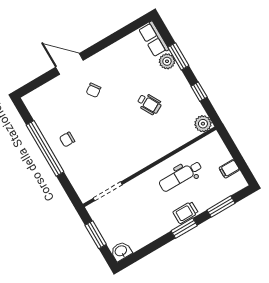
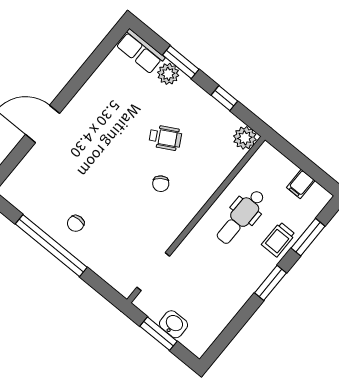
chair: (94, 90) -> (161, 184), moved
trolley: (186, 212) -> (278, 239), moved
washbasin: (121, 251) -> (174, 324), moved, turned 90

